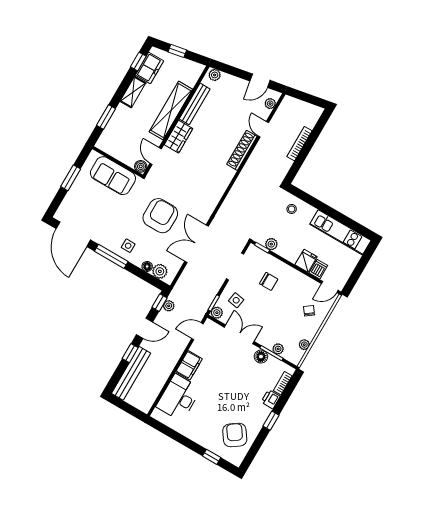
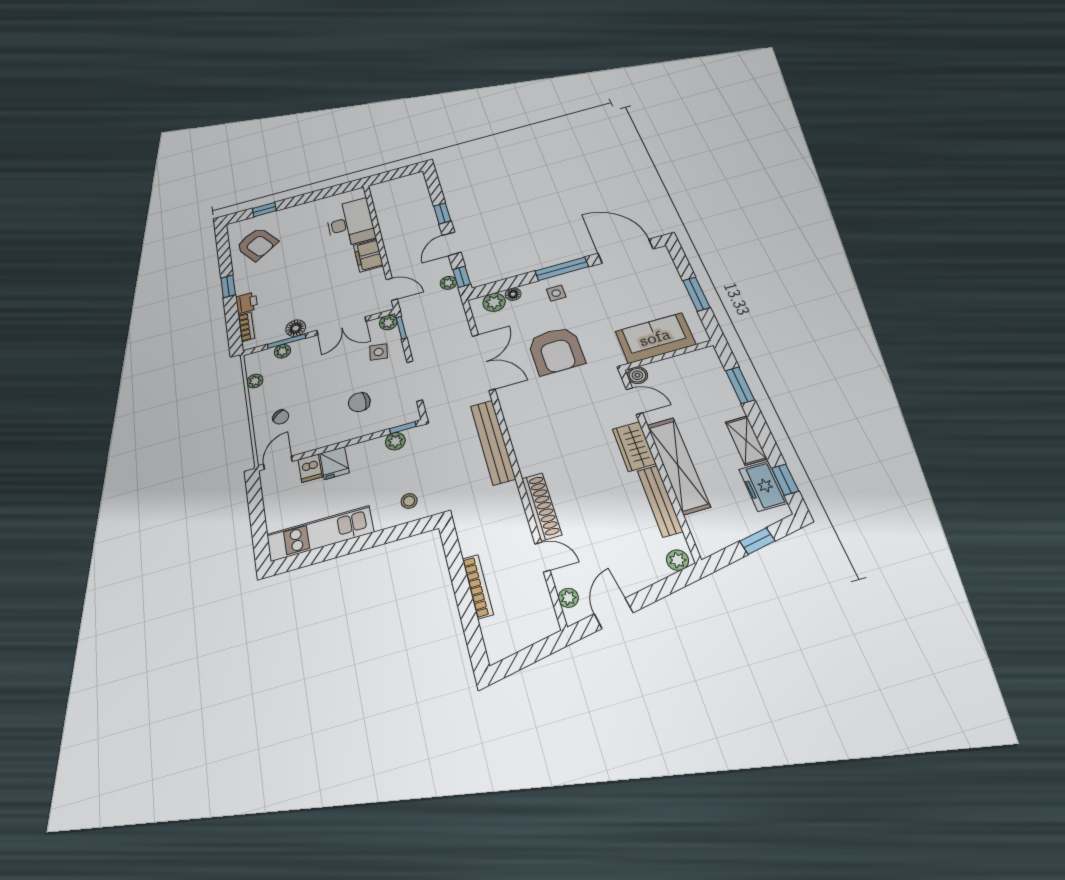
door: (197, 331) -> (392, 289), hinge flipped
bench: (131, 373) -> (493, 442), moved

